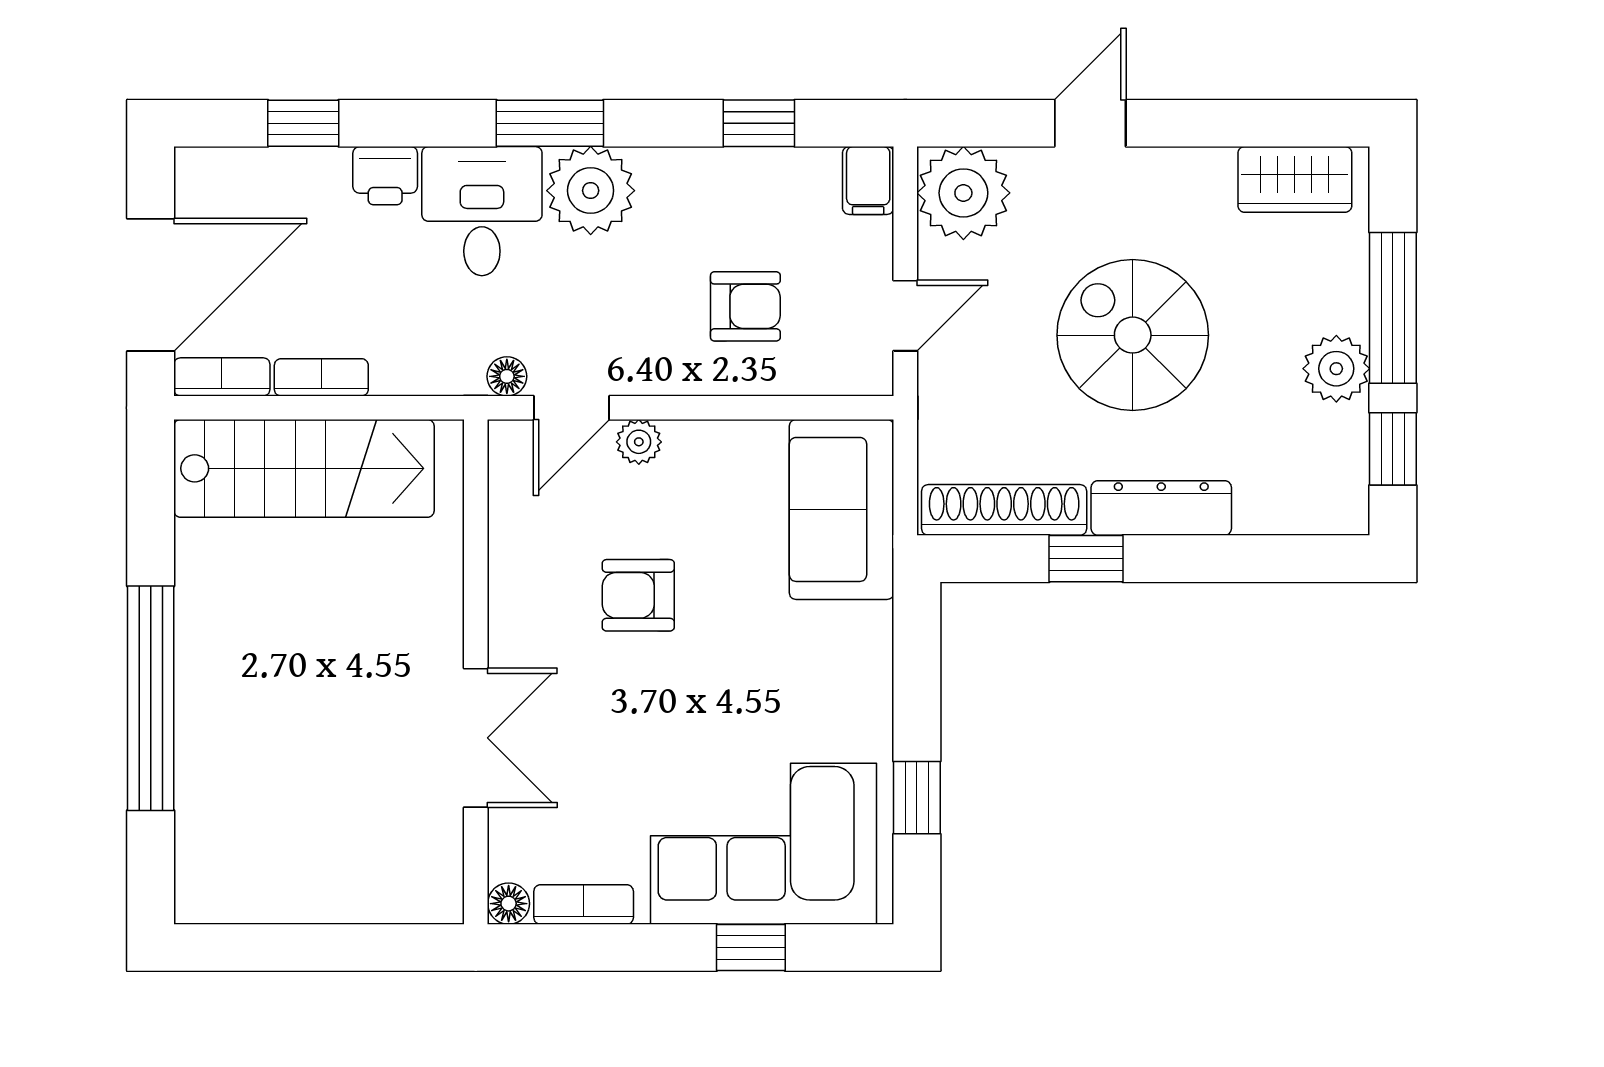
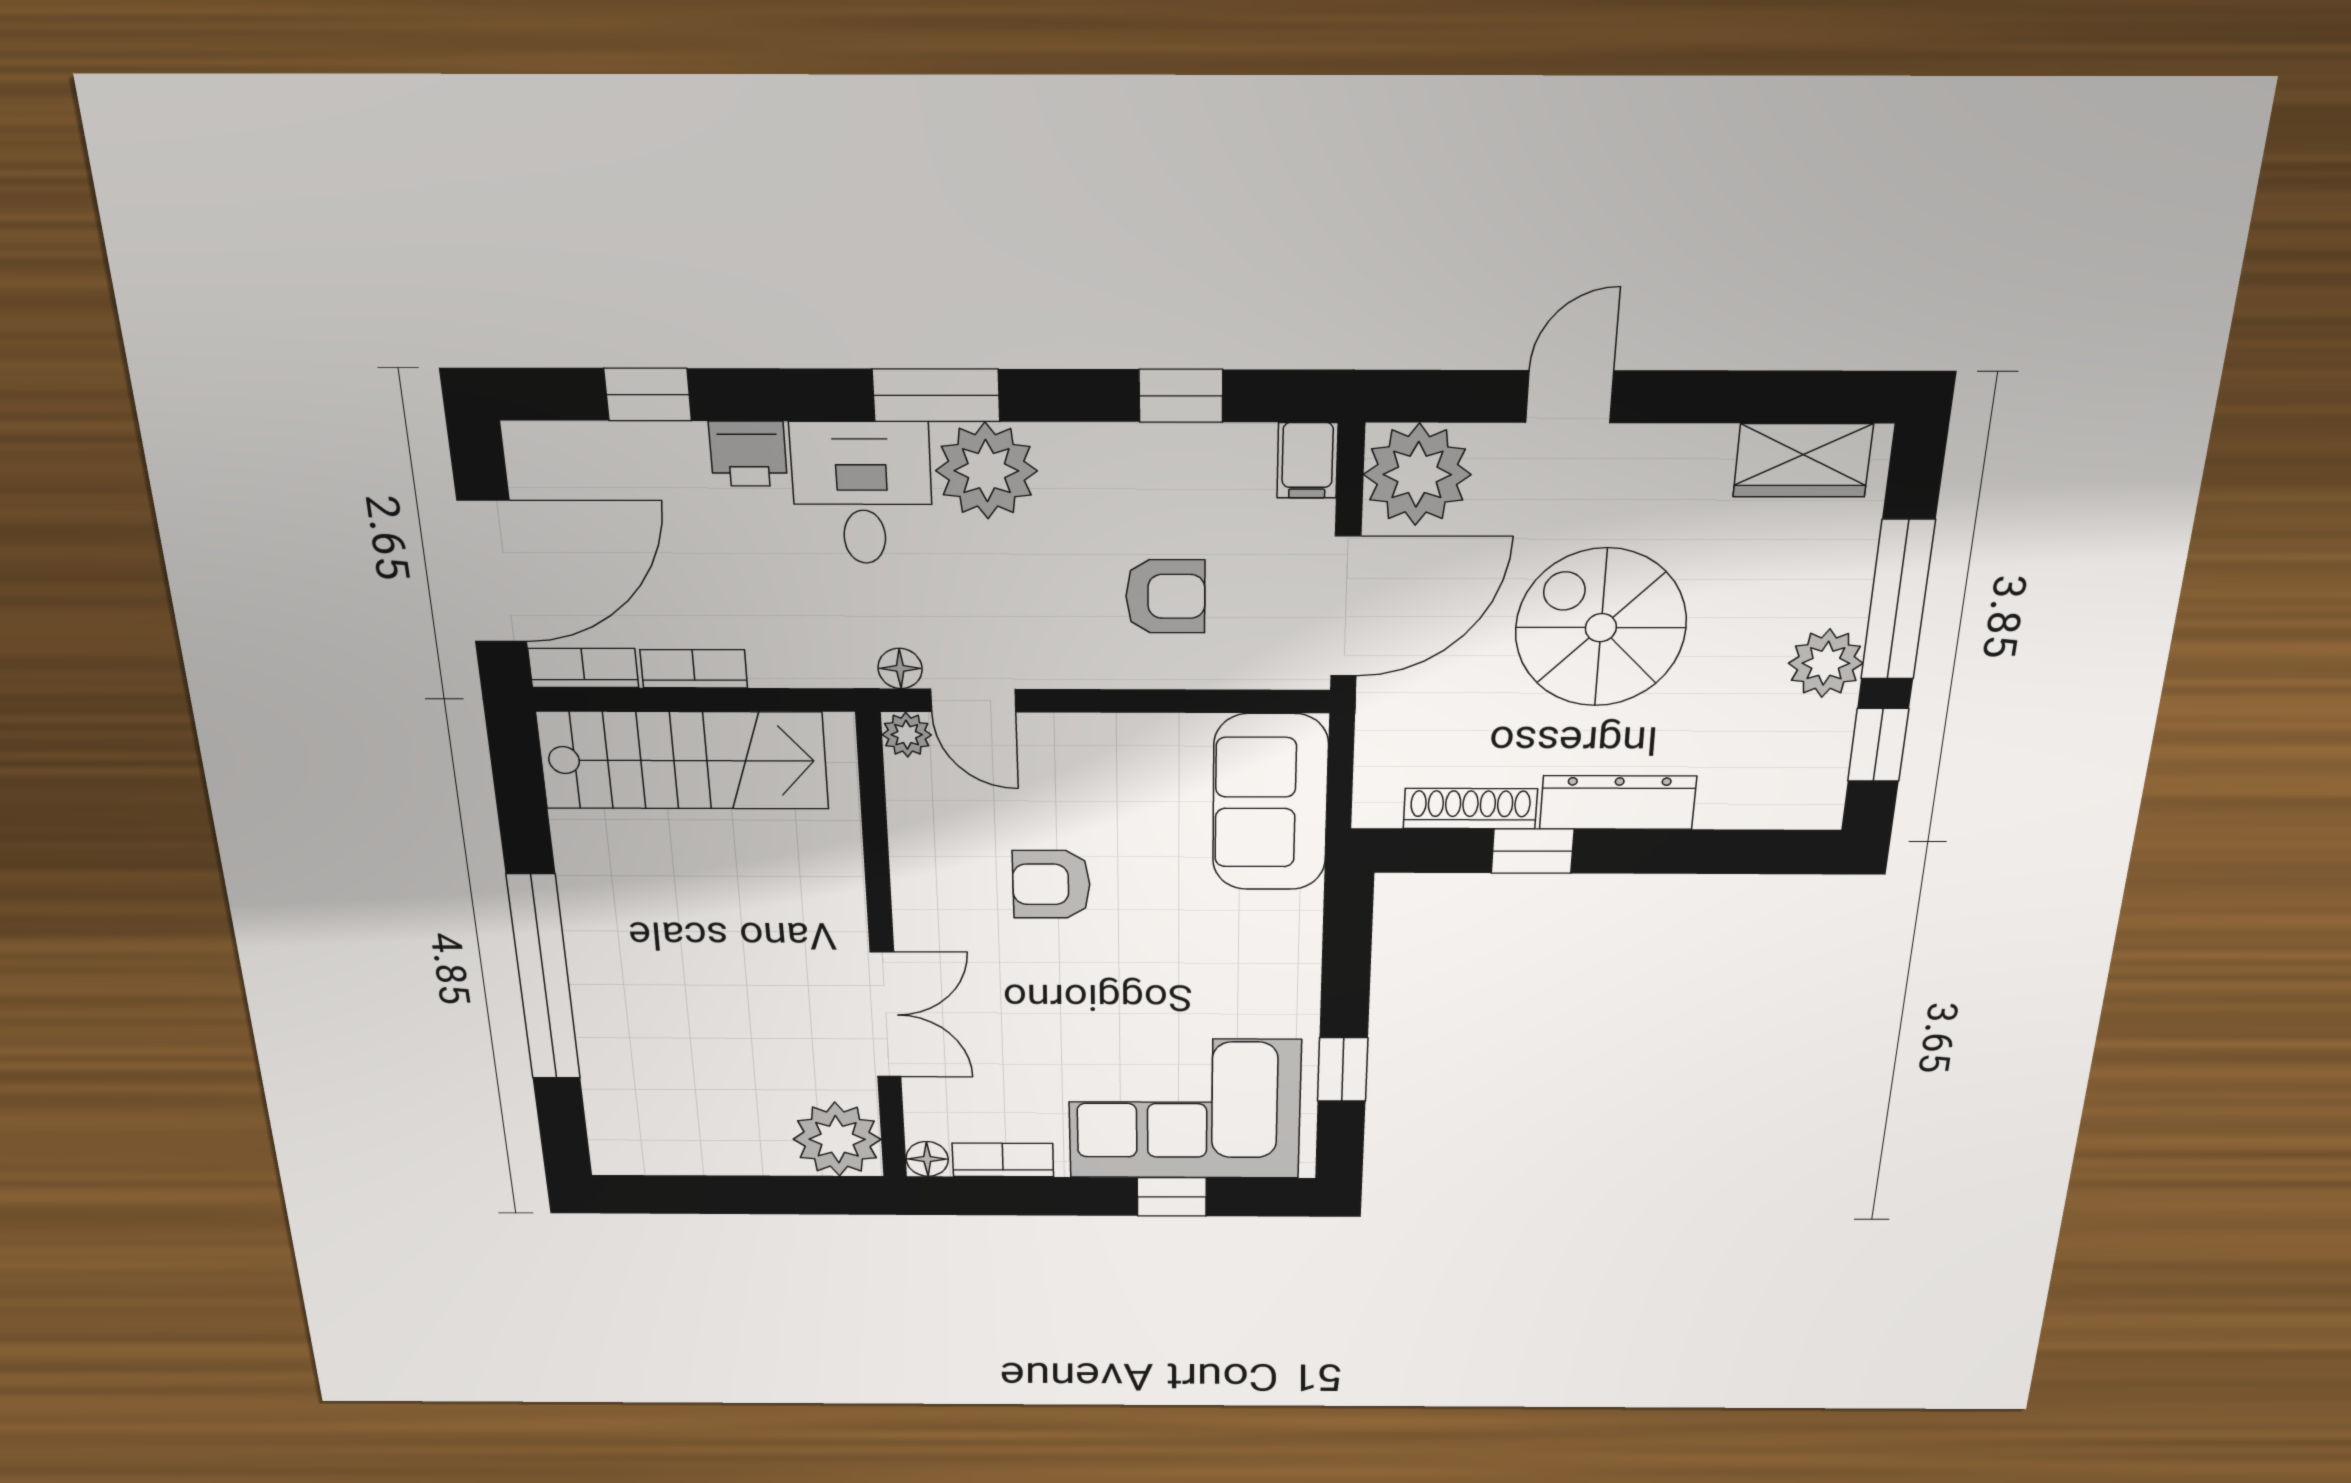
door: (905, 316) -> (1346, 607), width x1.87
door: (572, 408) -> (973, 701), hinge flipped
plant: (639, 442) -> (907, 735), moved
shoe rack: (1004, 510) -> (1470, 809), width x0.74, depth x0.81
plant: (421, 881) -> (837, 1139), added

